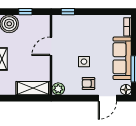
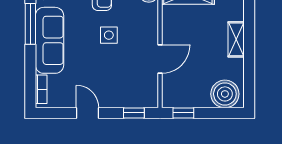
window: (25, 12) -> (183, 113), moved
door: (98, 12) -> (88, 113), added

